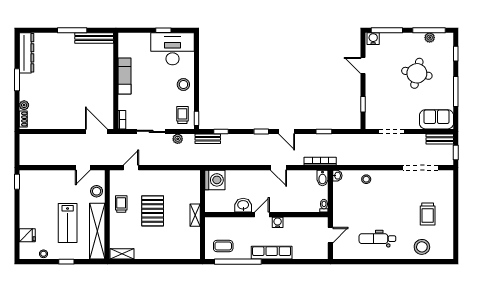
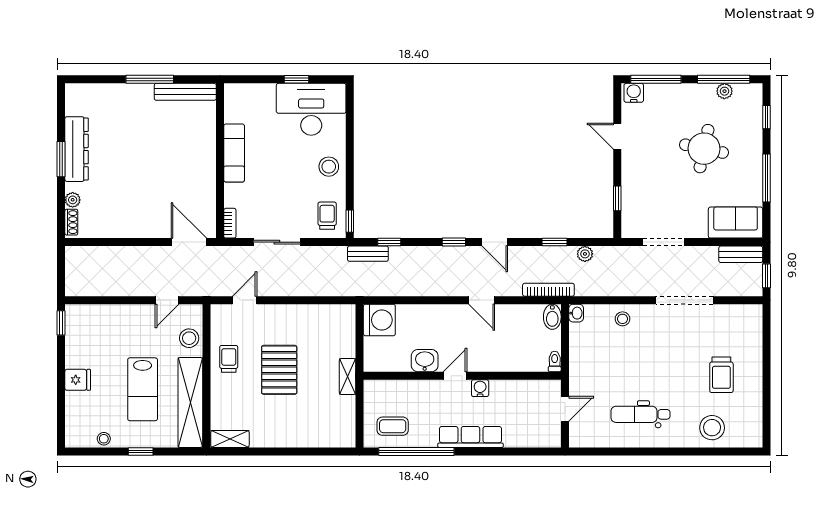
dresser: (27, 53) -> (77, 149), moved
plant: (178, 139) -> (585, 254), moved
doorway: (421, 168) -> (684, 300), moved
fridge: (27, 235) -> (78, 380), moved

